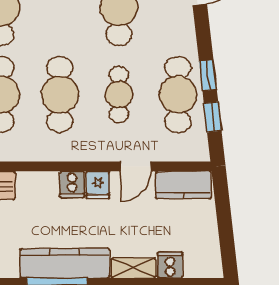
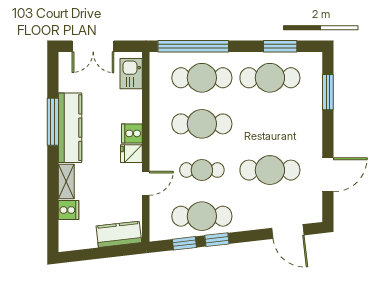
door: (136, 166) -> (146, 183), swing flipped
kitchen counter: (183, 185) -> (119, 234), moved, turned 83

